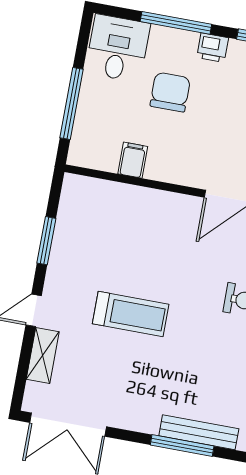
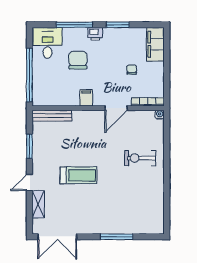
window: (72, 103) -> (29, 75), width x1.46
filing cabinet: (133, 160) -> (86, 98), moved
bench: (199, 432) -> (52, 116), moved

